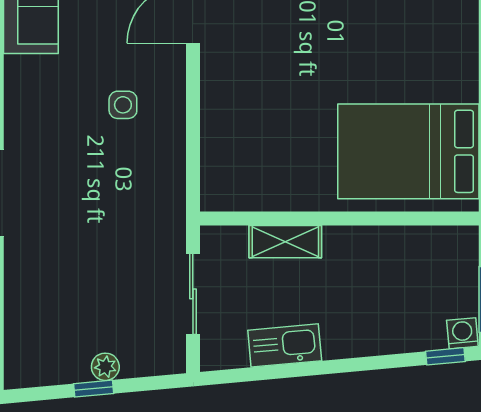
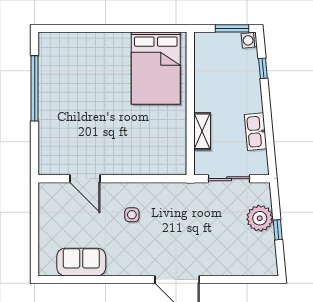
window: (445, 356) -> (263, 68), moved
plant: (105, 367) -> (260, 218), width x1.87, depth x1.87

